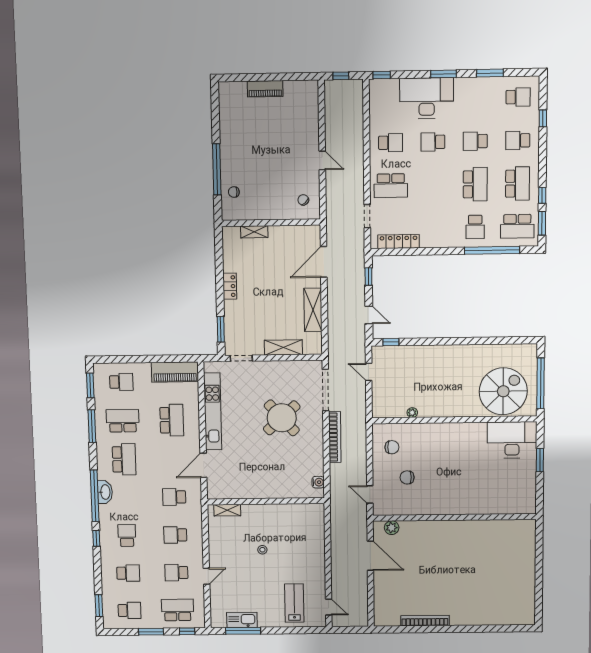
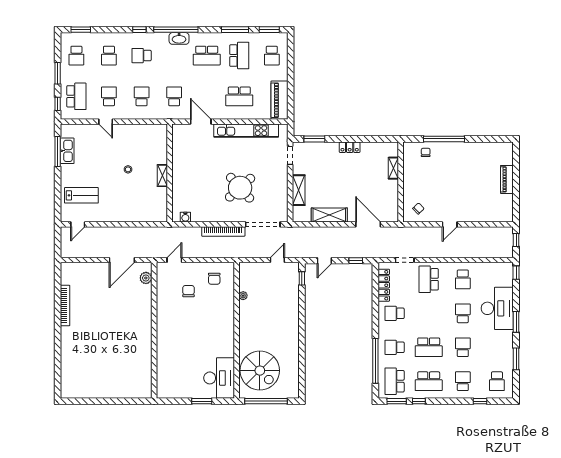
school desk: (433, 228) -> (395, 313), added
shelving: (227, 510) -> (162, 176), moved
school desk: (127, 535) -> (142, 56), turned 180

